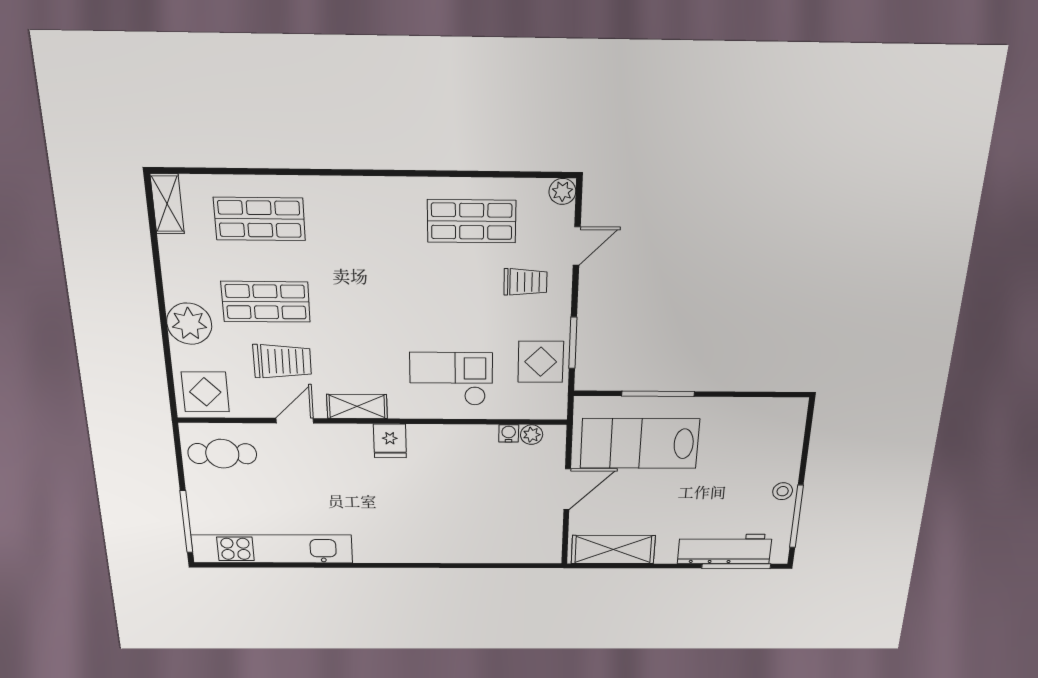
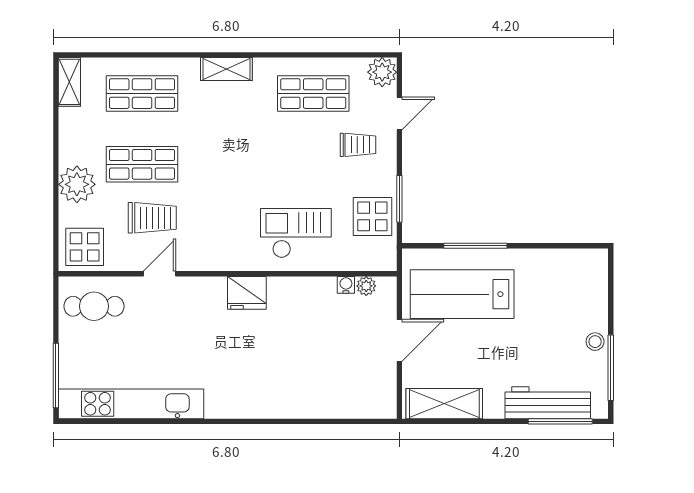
plant: (562, 191) -> (382, 72), width x1.38, depth x1.38
shelving: (357, 406) -> (226, 69), moved
fridge: (390, 441) -> (247, 293), width x1.38

